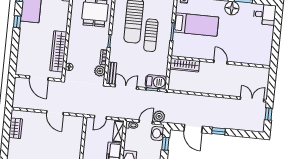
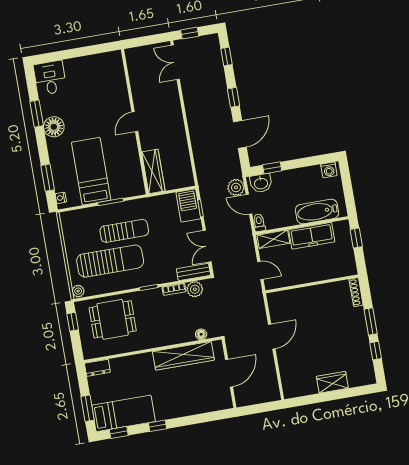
wardrobe: (16, 128) -> (332, 382), moved
window: (247, 134) -> (226, 56), added

